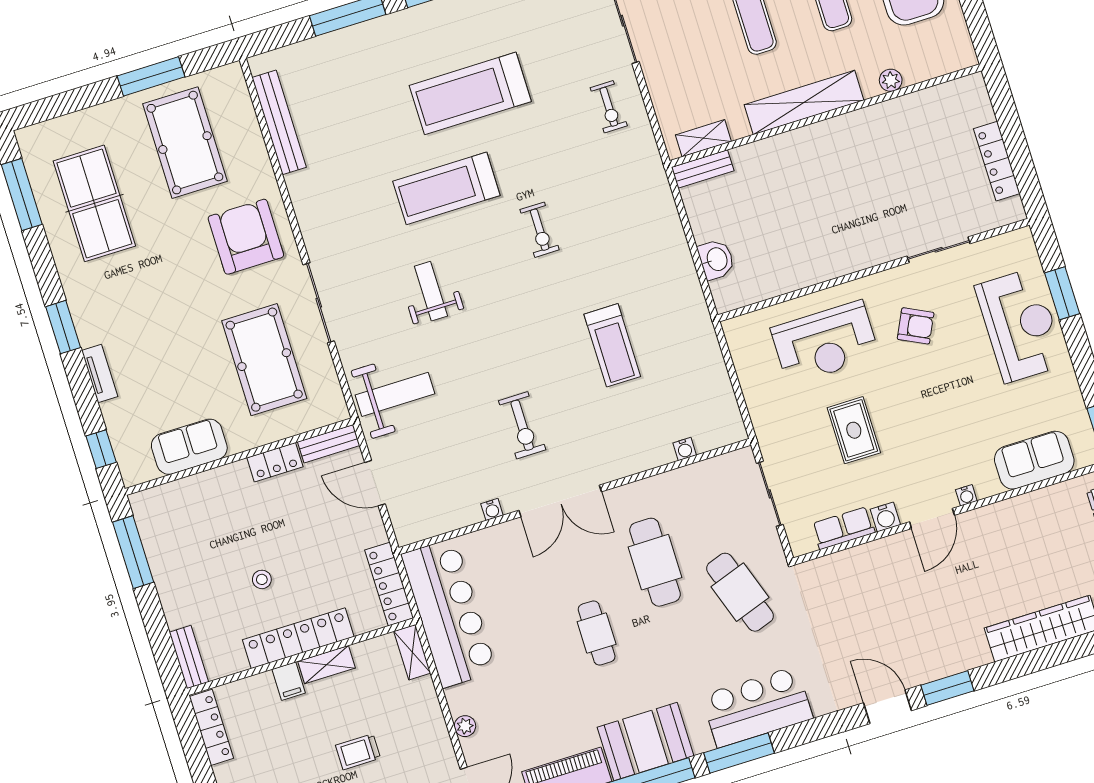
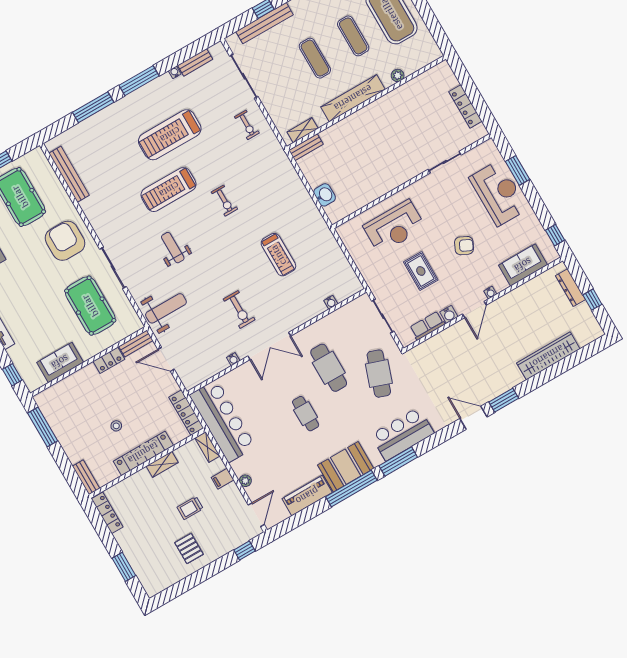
armchair: (916, 326) -> (464, 246), moved
cafe table: (740, 592) -> (379, 374), turned 38
filing cabinet: (289, 681) -> (222, 479), moved, turned 90

